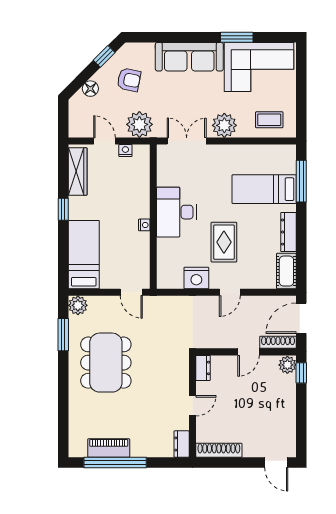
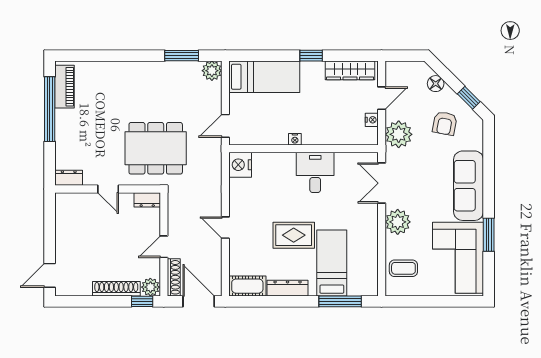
coffee table: (269, 120) -> (403, 268), turned 90
double door: (187, 141) -> (382, 183), swing flipped
desk: (176, 212) -> (315, 172), width x0.73
rug: (224, 242) -> (294, 235), moved
nightstand: (196, 278) -> (240, 165), moved
door: (248, 352) -> (164, 247), hinge flipped
dining table: (106, 363) -> (156, 148), moved
piano: (109, 448) -> (65, 87), moved
shoe rack: (219, 450) -> (116, 289), moved, turned -90

